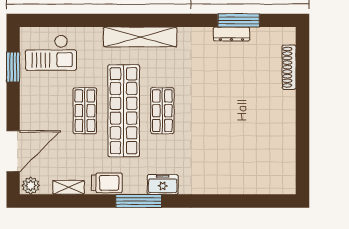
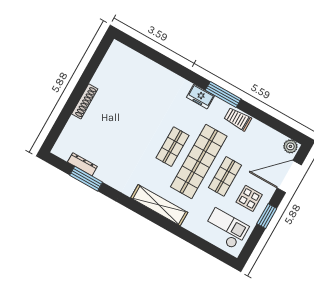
dresser: (231, 34) -> (82, 164), moved
window: (13, 67) -> (267, 216), moved
shoe rack: (289, 67) -> (85, 101), moved
display table: (44, 101) -> (249, 198), added
shelving: (69, 187) -> (266, 131), removed

